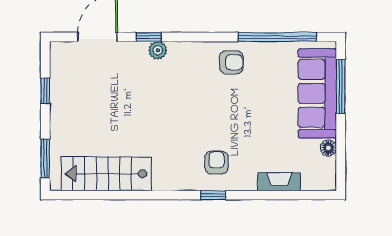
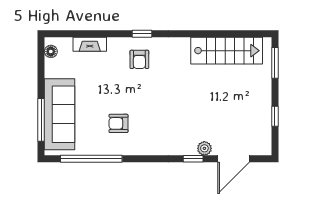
plant: (158, 50) -> (204, 148), moved
armchair: (231, 62) -> (118, 123), moved
floor lamp: (328, 148) -> (51, 51), moved

